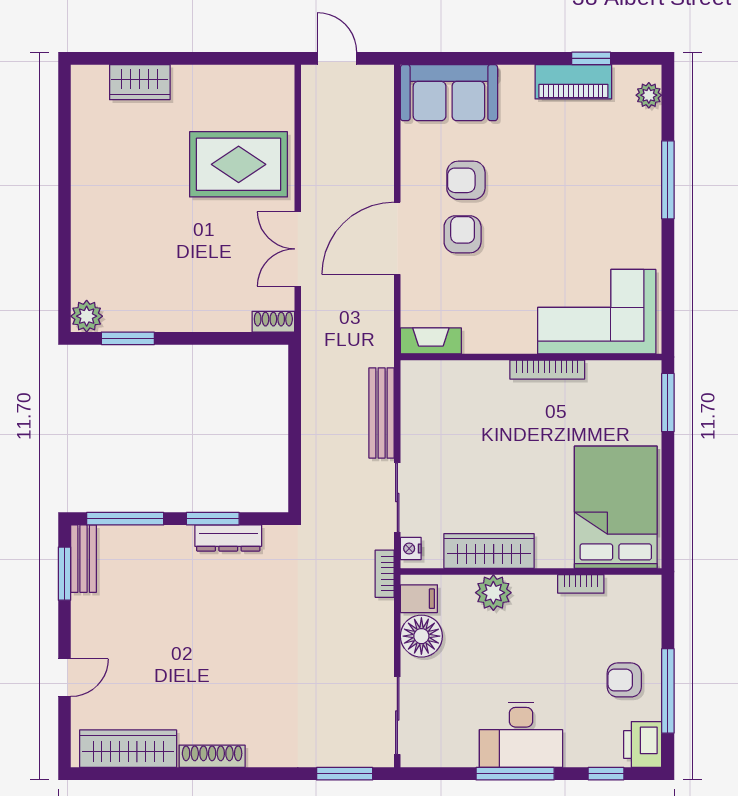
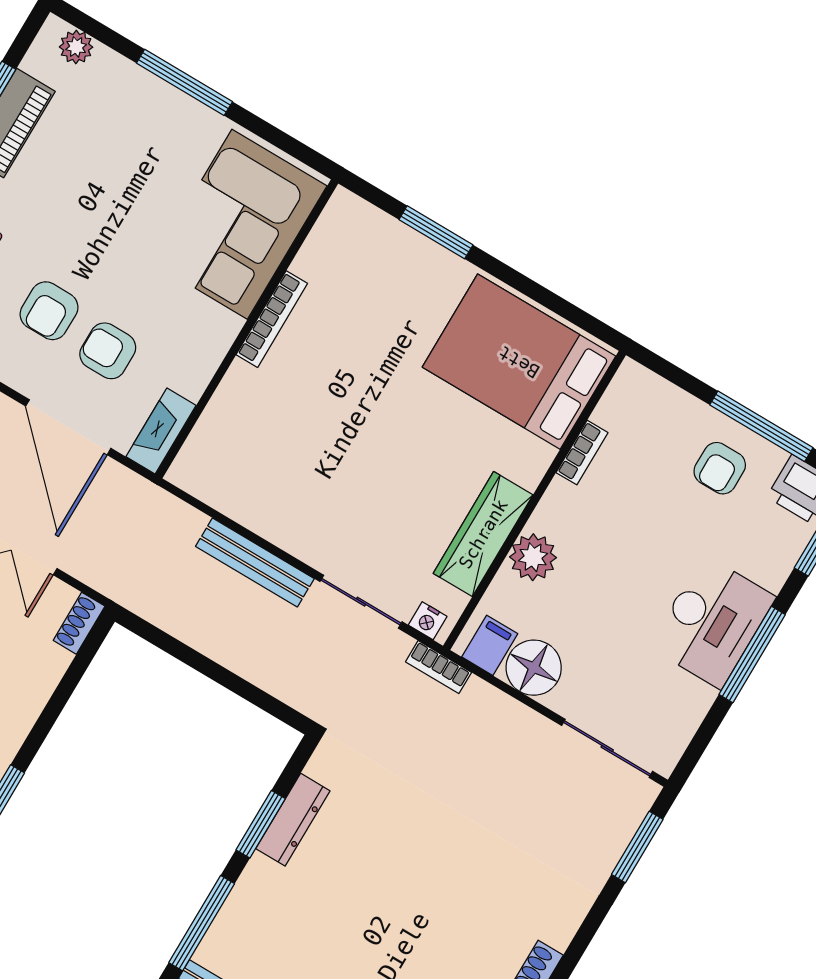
corner sofa: (597, 312) -> (240, 224), moved
fireplace: (431, 341) -> (161, 431), moved
wall: (531, 357) -> (247, 329), moved
bookcase: (547, 370) -> (272, 319), moved

